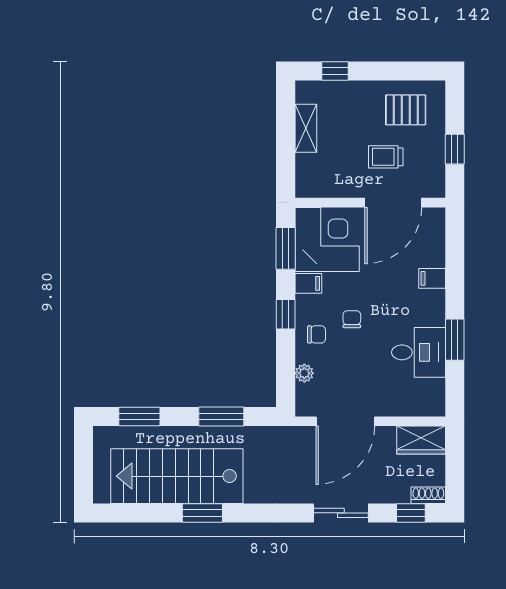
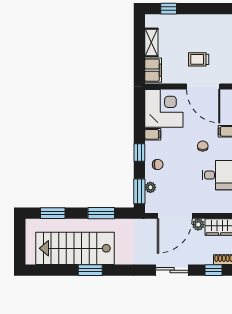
pallet: (406, 110) -> (210, 32), removed
filing cabinet: (309, 175) -> (153, 70), added
door: (393, 203) -> (203, 87), hinge flipped
window: (286, 248) -> (139, 191), moved
chair: (352, 319) -> (203, 146), moved
plant: (385, 436) -> (198, 225), added

